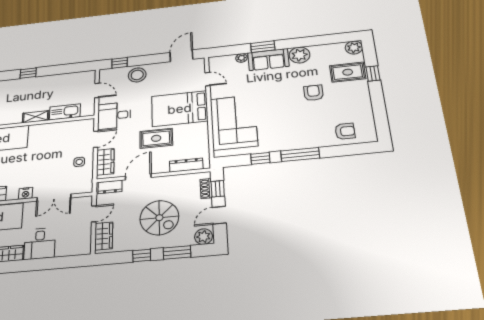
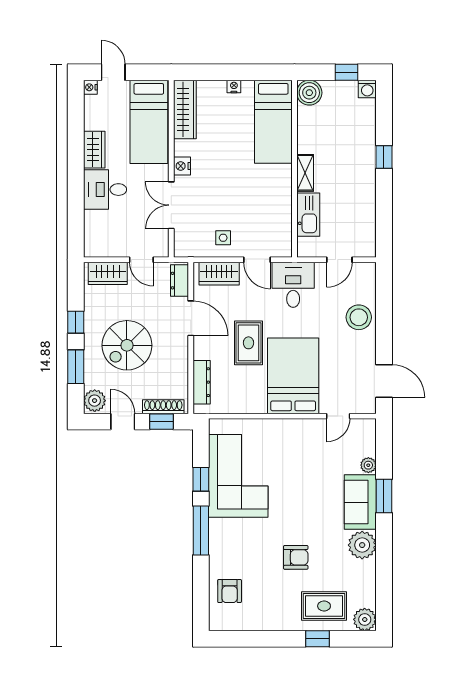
window: (120, 63) -> (384, 292), removed
rug: (348, 72) -> (324, 606), turned 90
corner sofa: (234, 122) -> (238, 476), moved, turned -90
shoe rack: (206, 189) -> (163, 407), width x1.43

